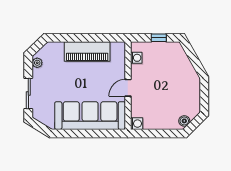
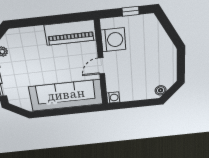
piano: (87, 51) -> (70, 33), moved
washing machine: (136, 58) -> (113, 40), width x1.89, depth x1.89

